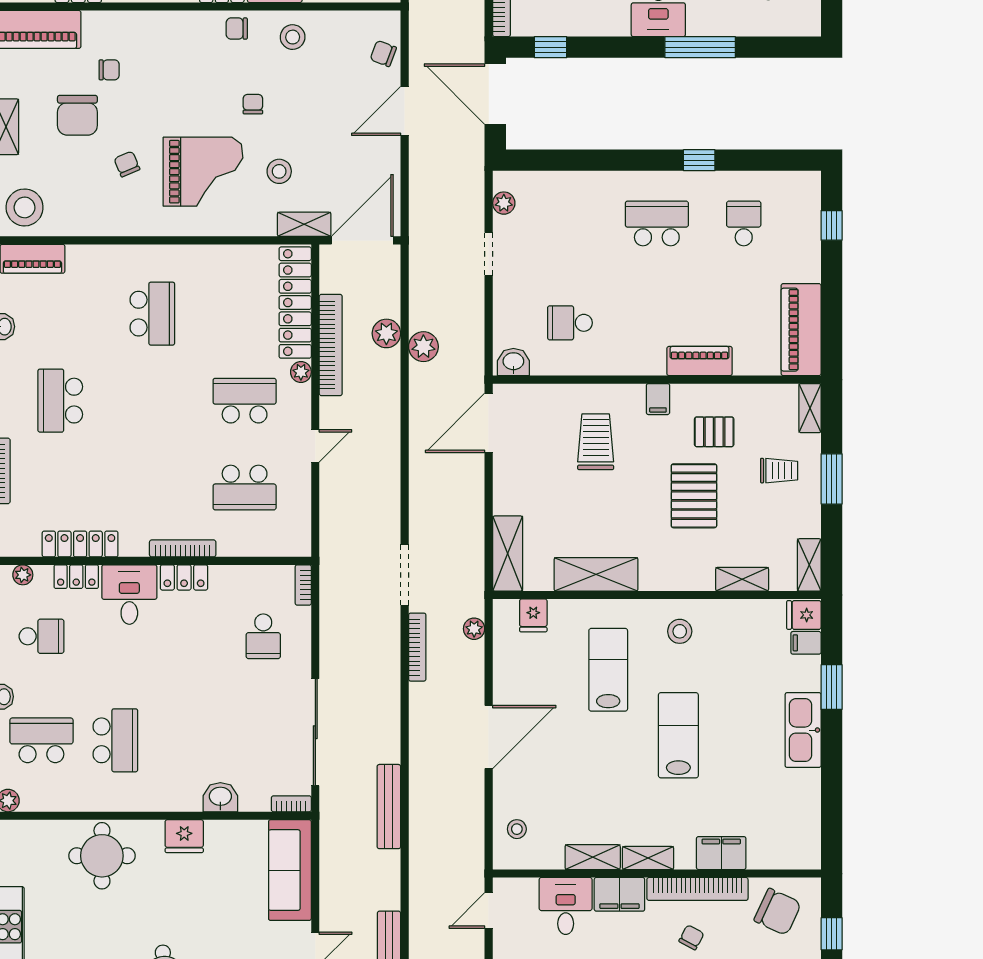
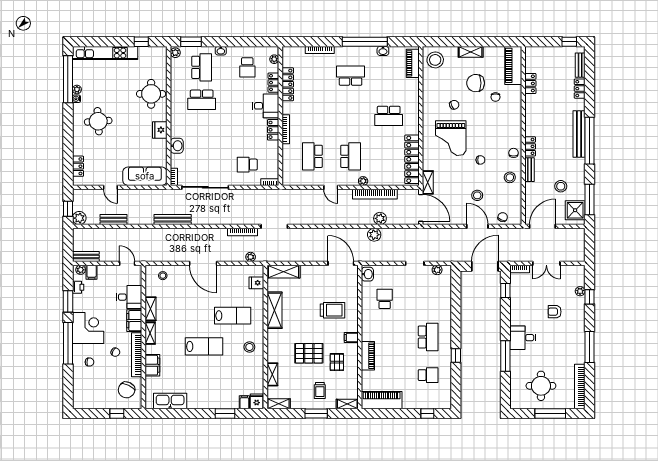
stool: (279, 171) -> (477, 195), moved
locker: (295, 303) -> (412, 159), moved, turned -90
kitchen sink: (803, 730) -> (170, 401), moved

